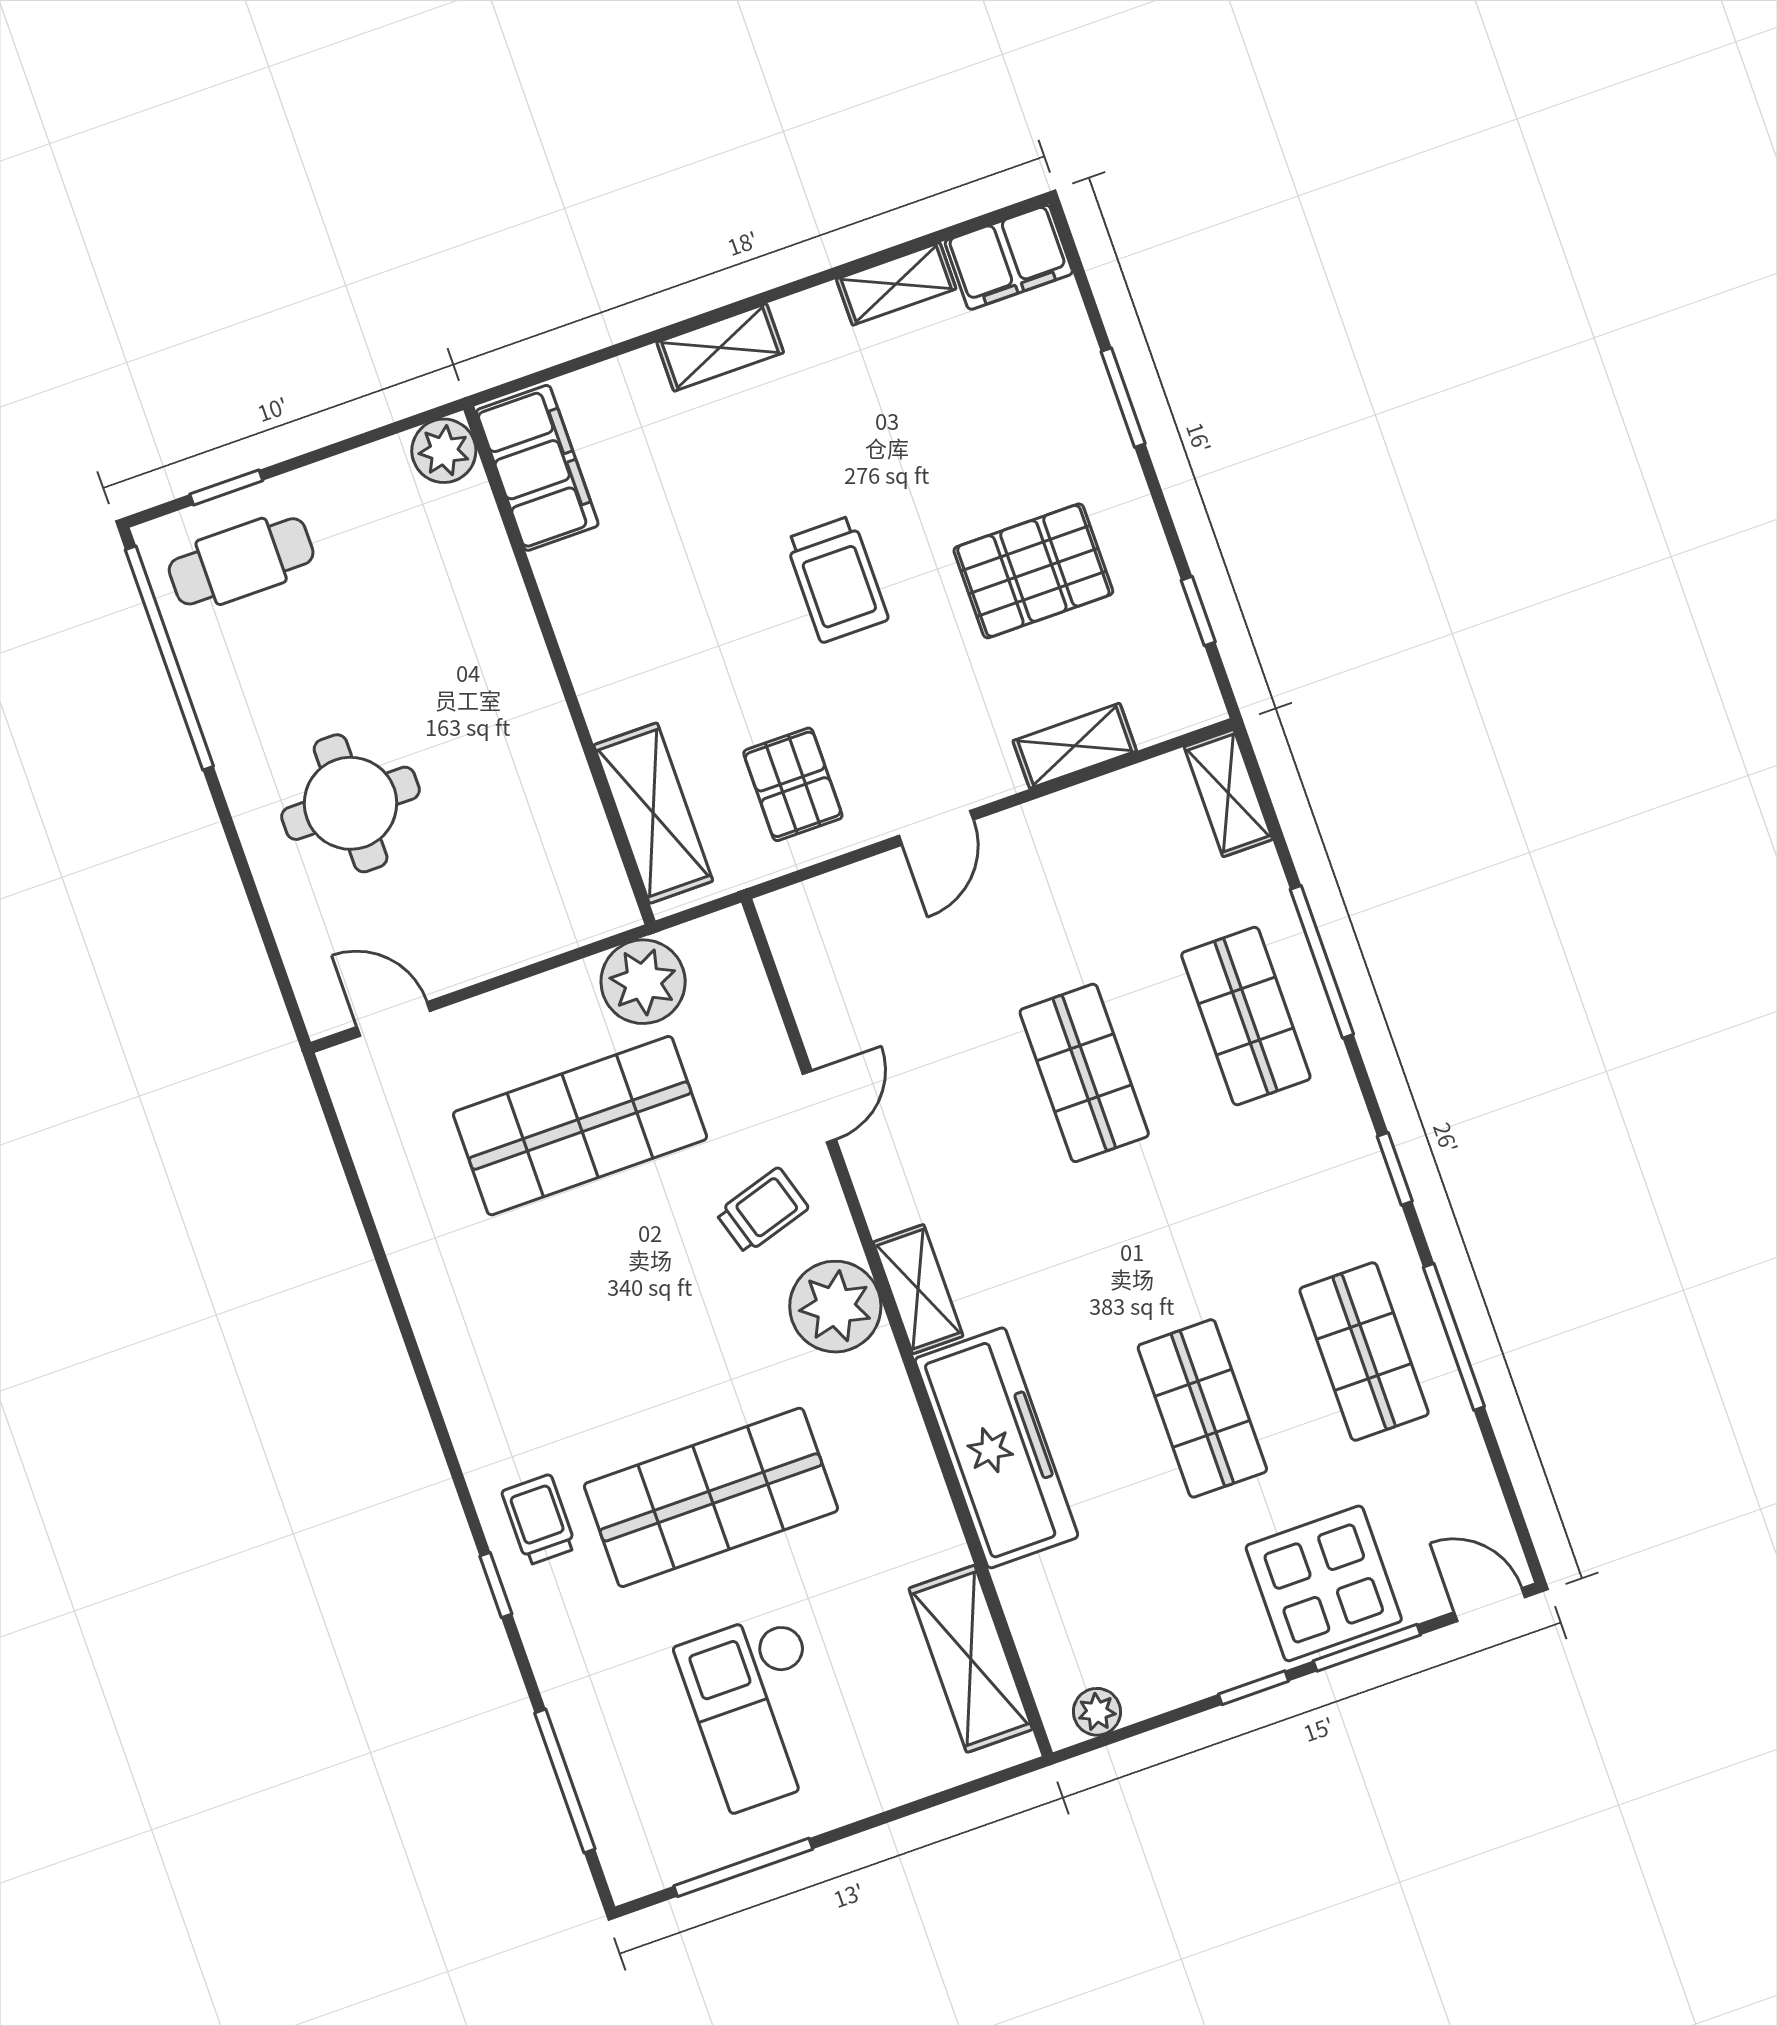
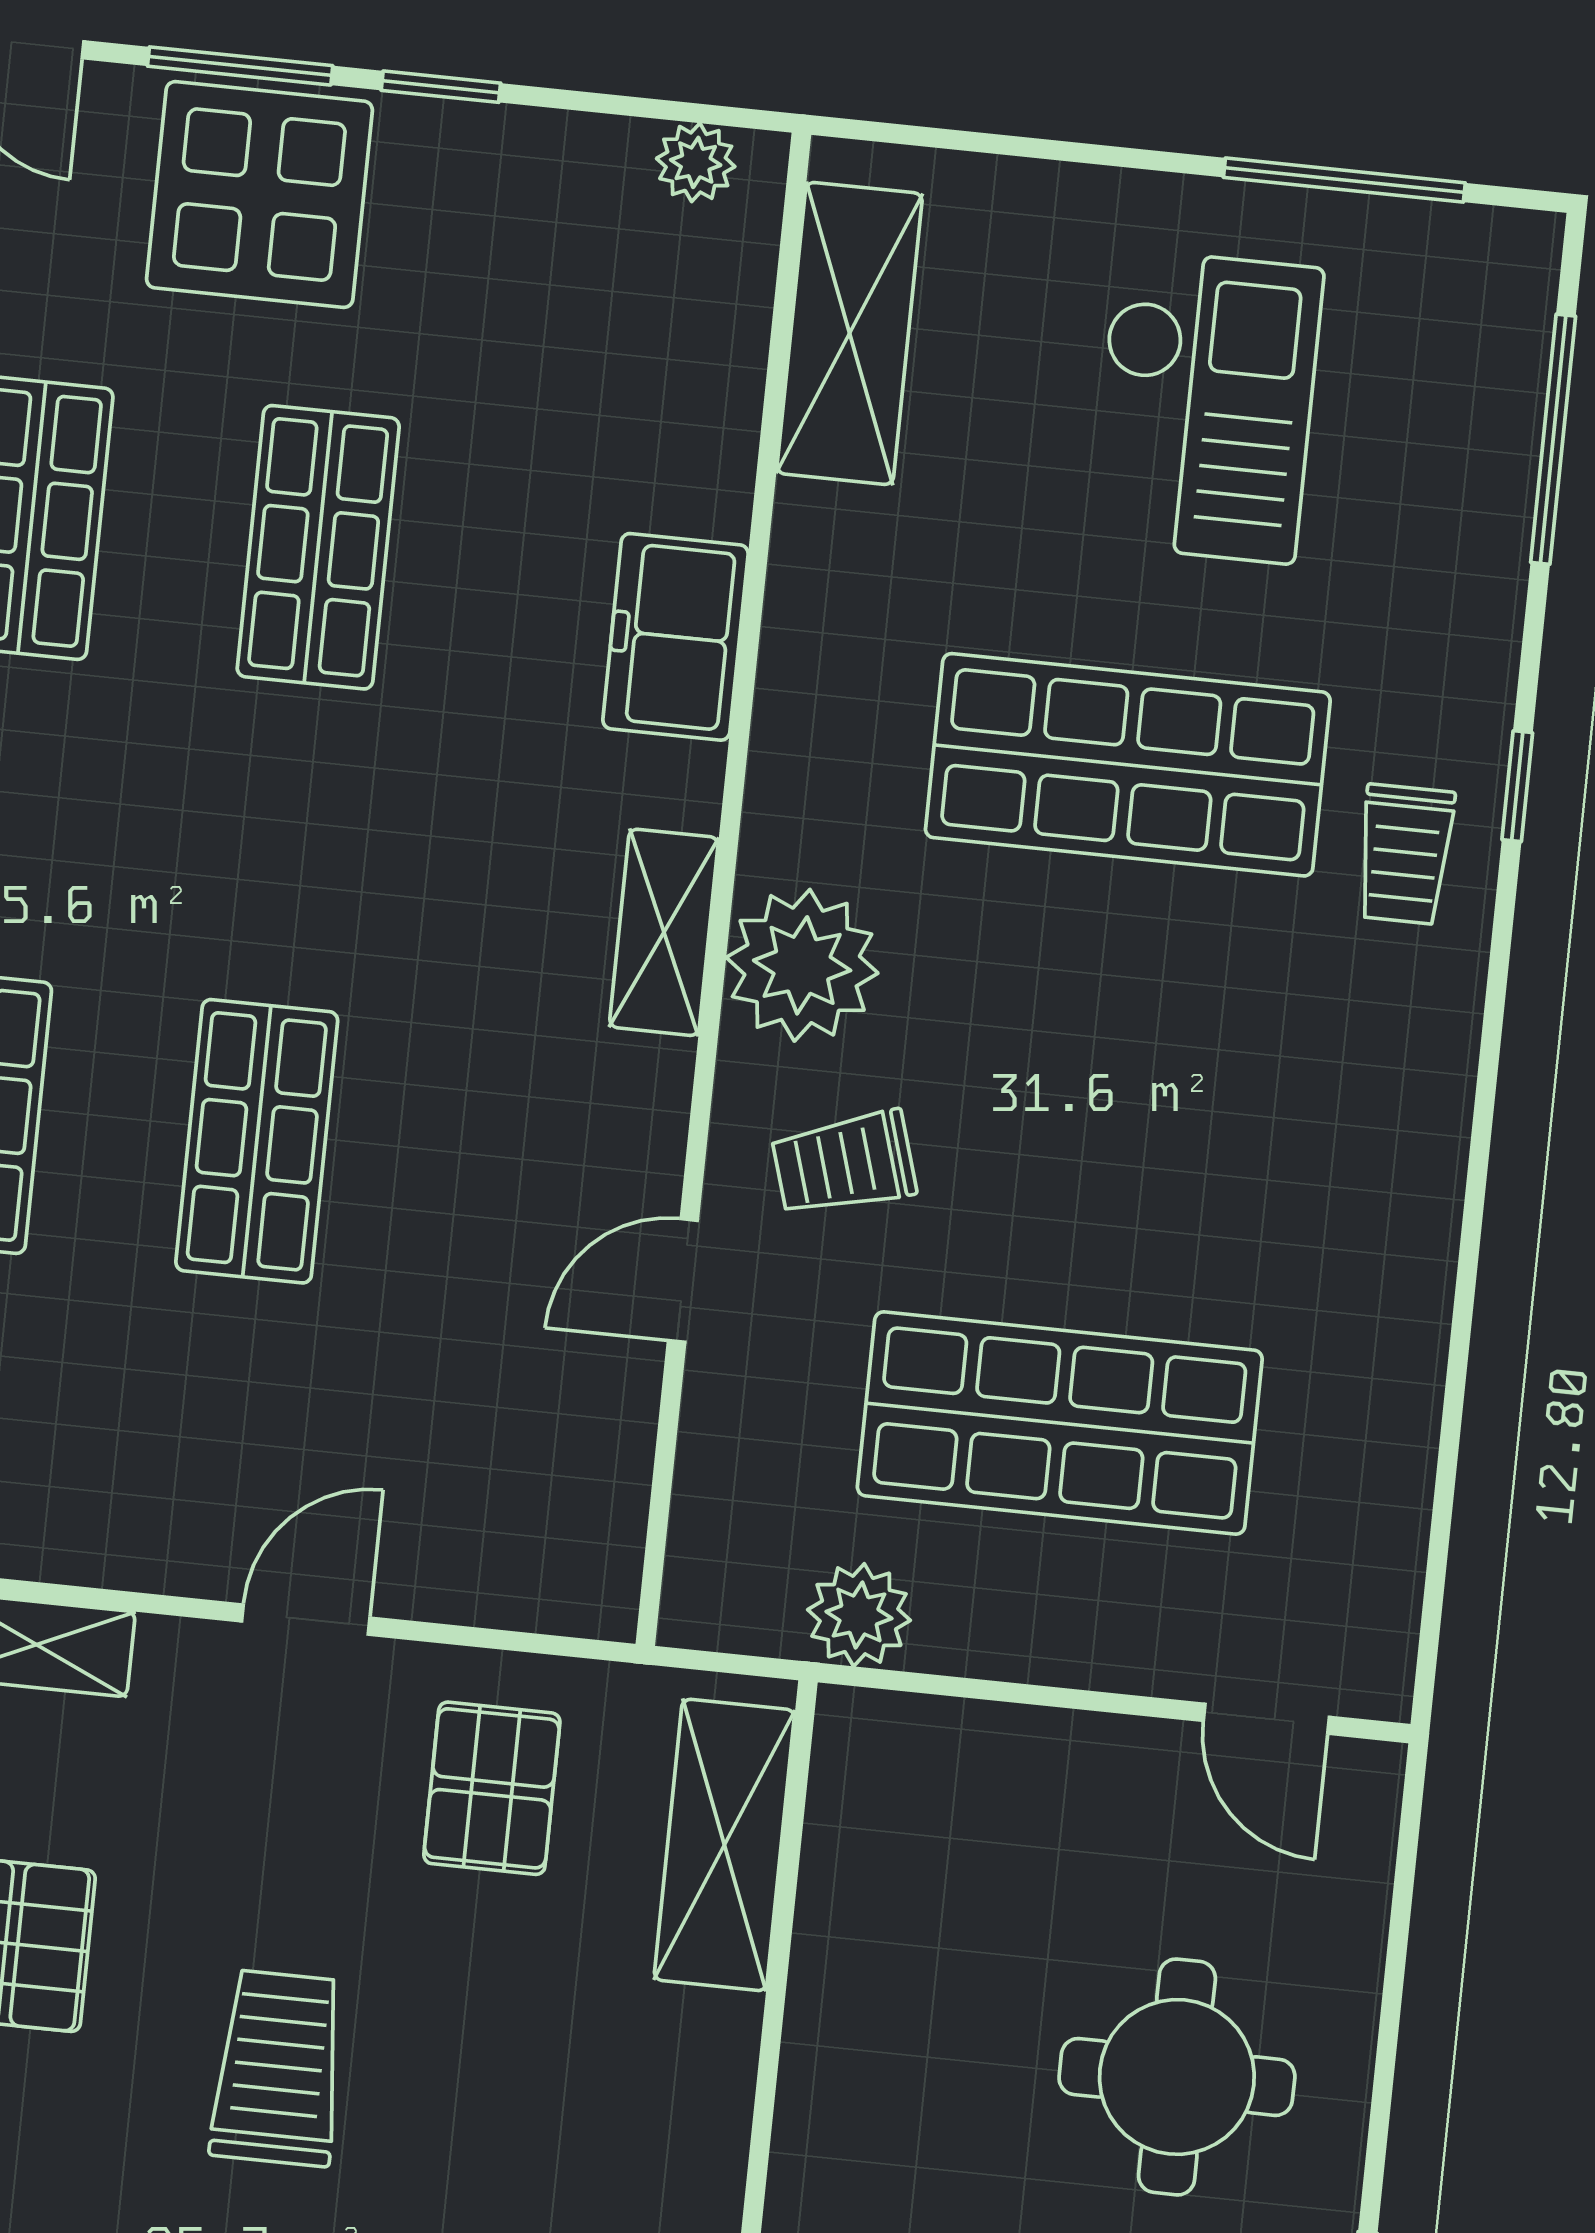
plant: (643, 982) -> (859, 1615), width x0.73, depth x0.73
freezer: (996, 1448) -> (676, 637), width x0.52, depth x0.79

